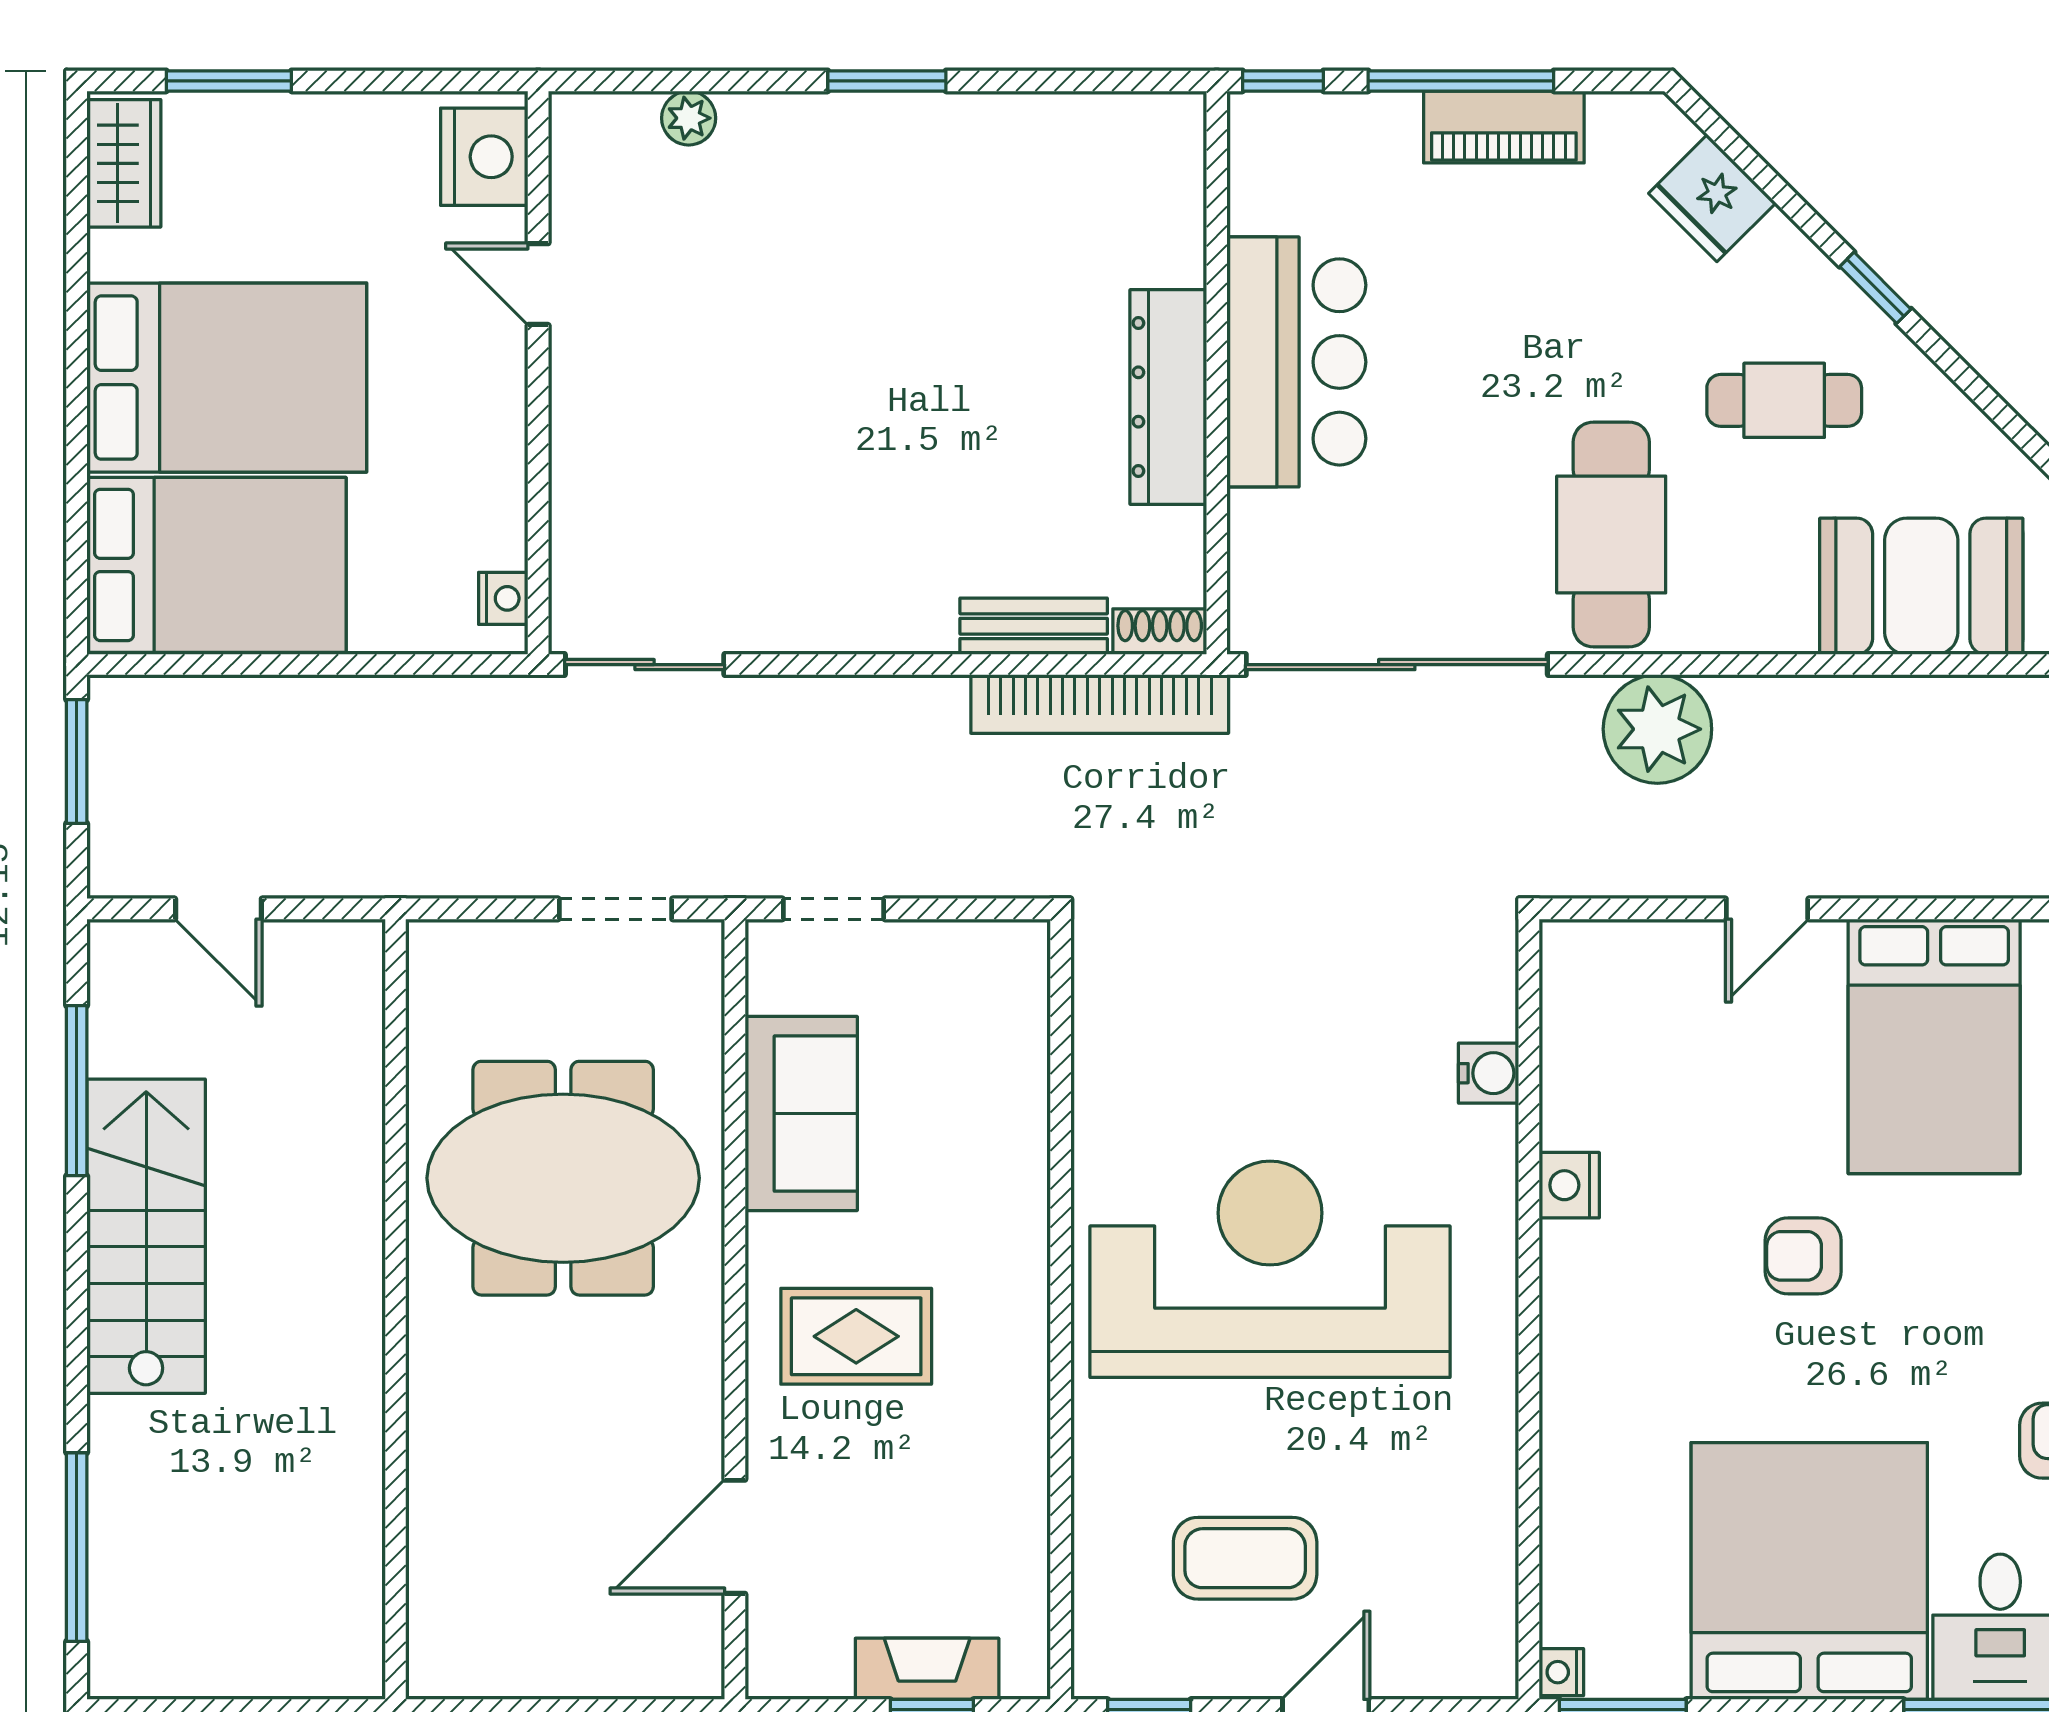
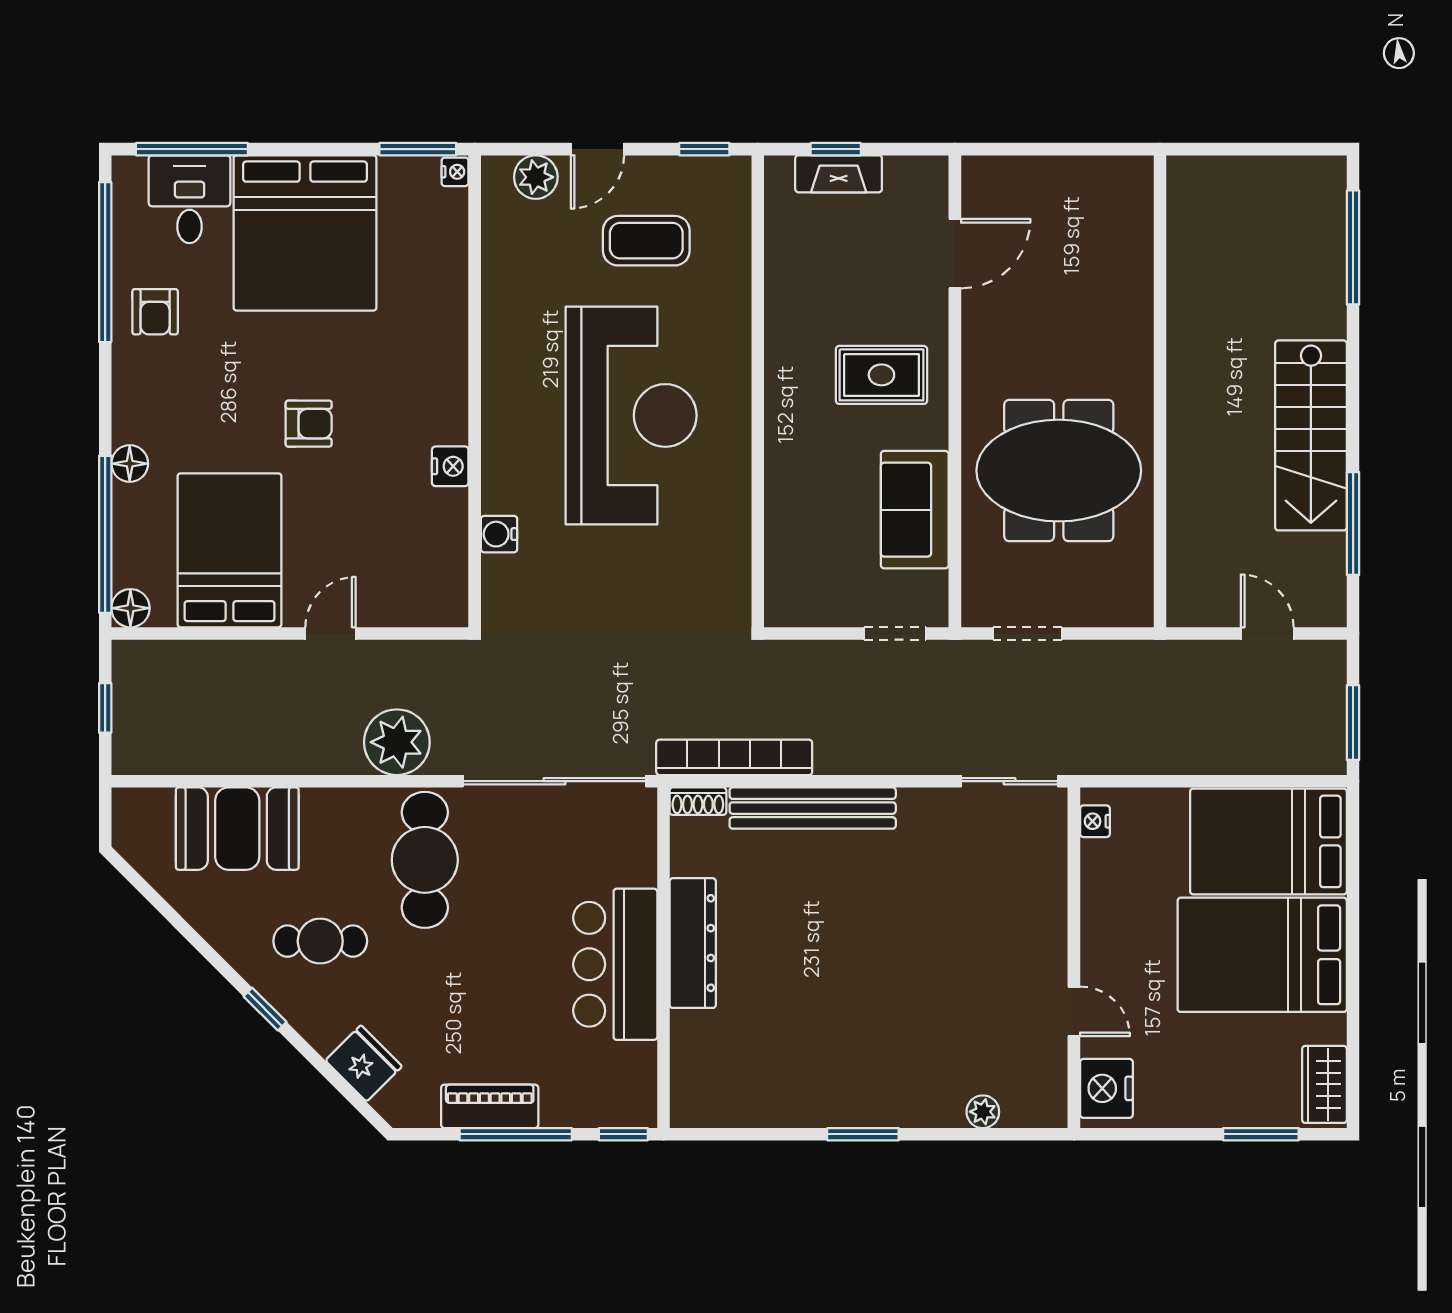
bench: (1034, 626) -> (813, 808), width x1.86, depth x1.21
reception desk: (1270, 1269) -> (631, 415), turned -90
plant: (1428, 1663) -> (536, 177), added

